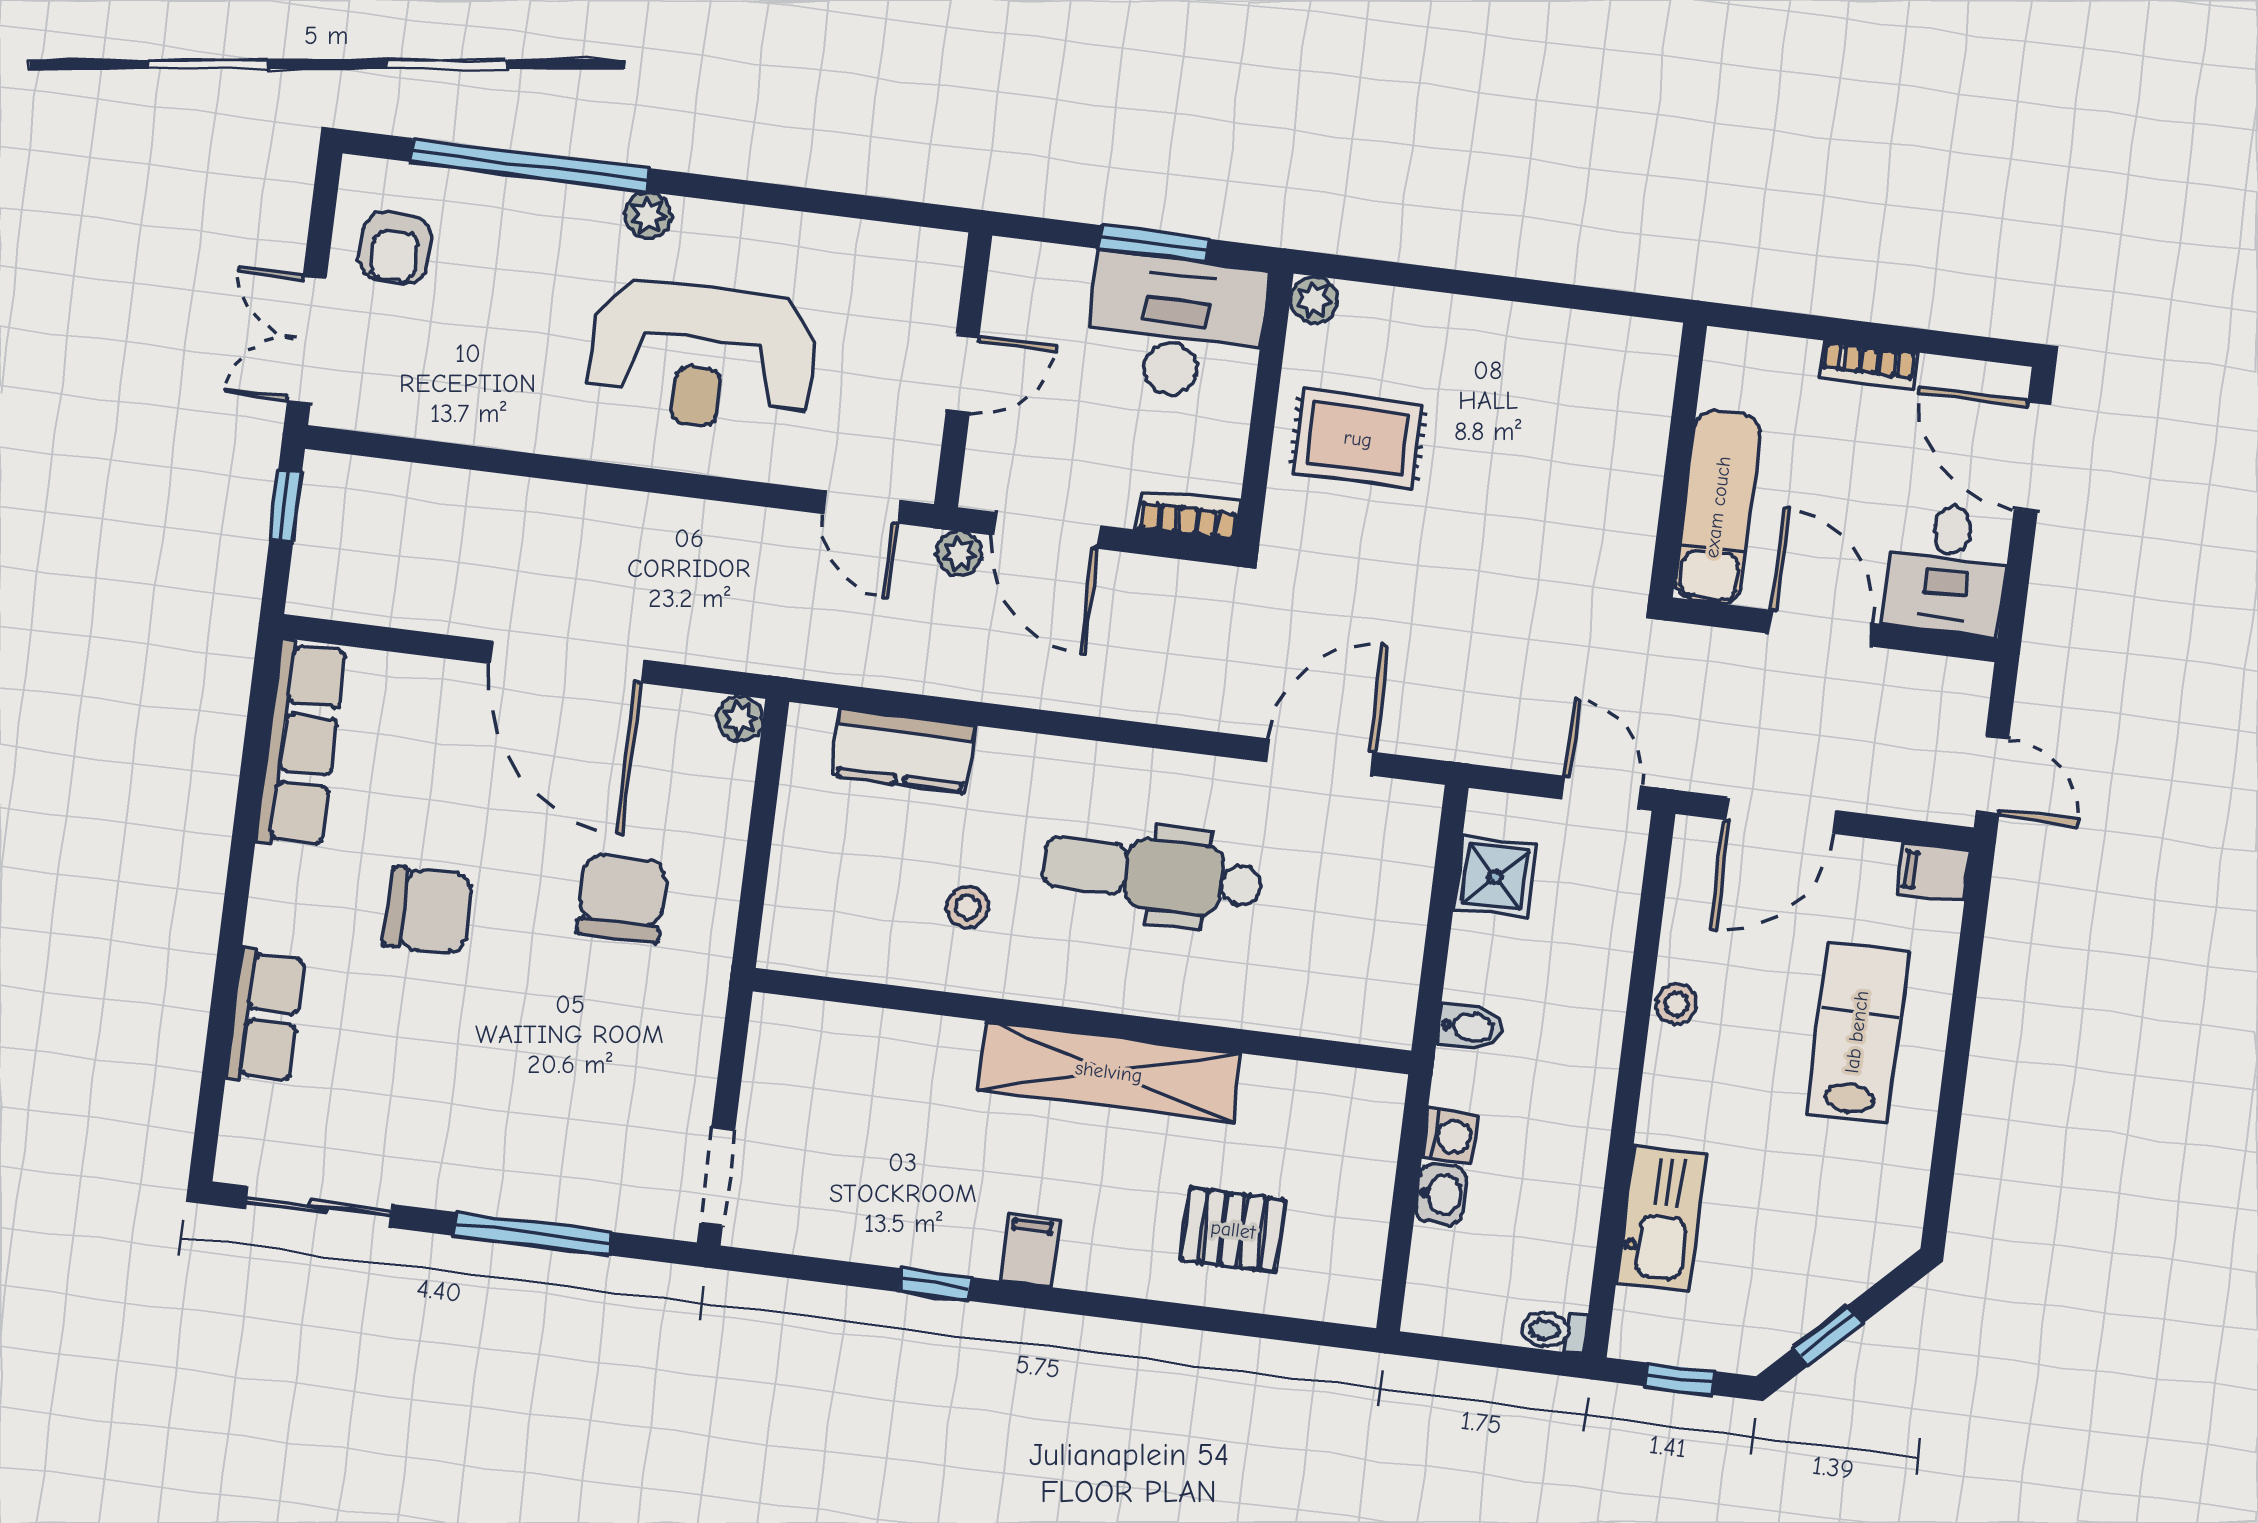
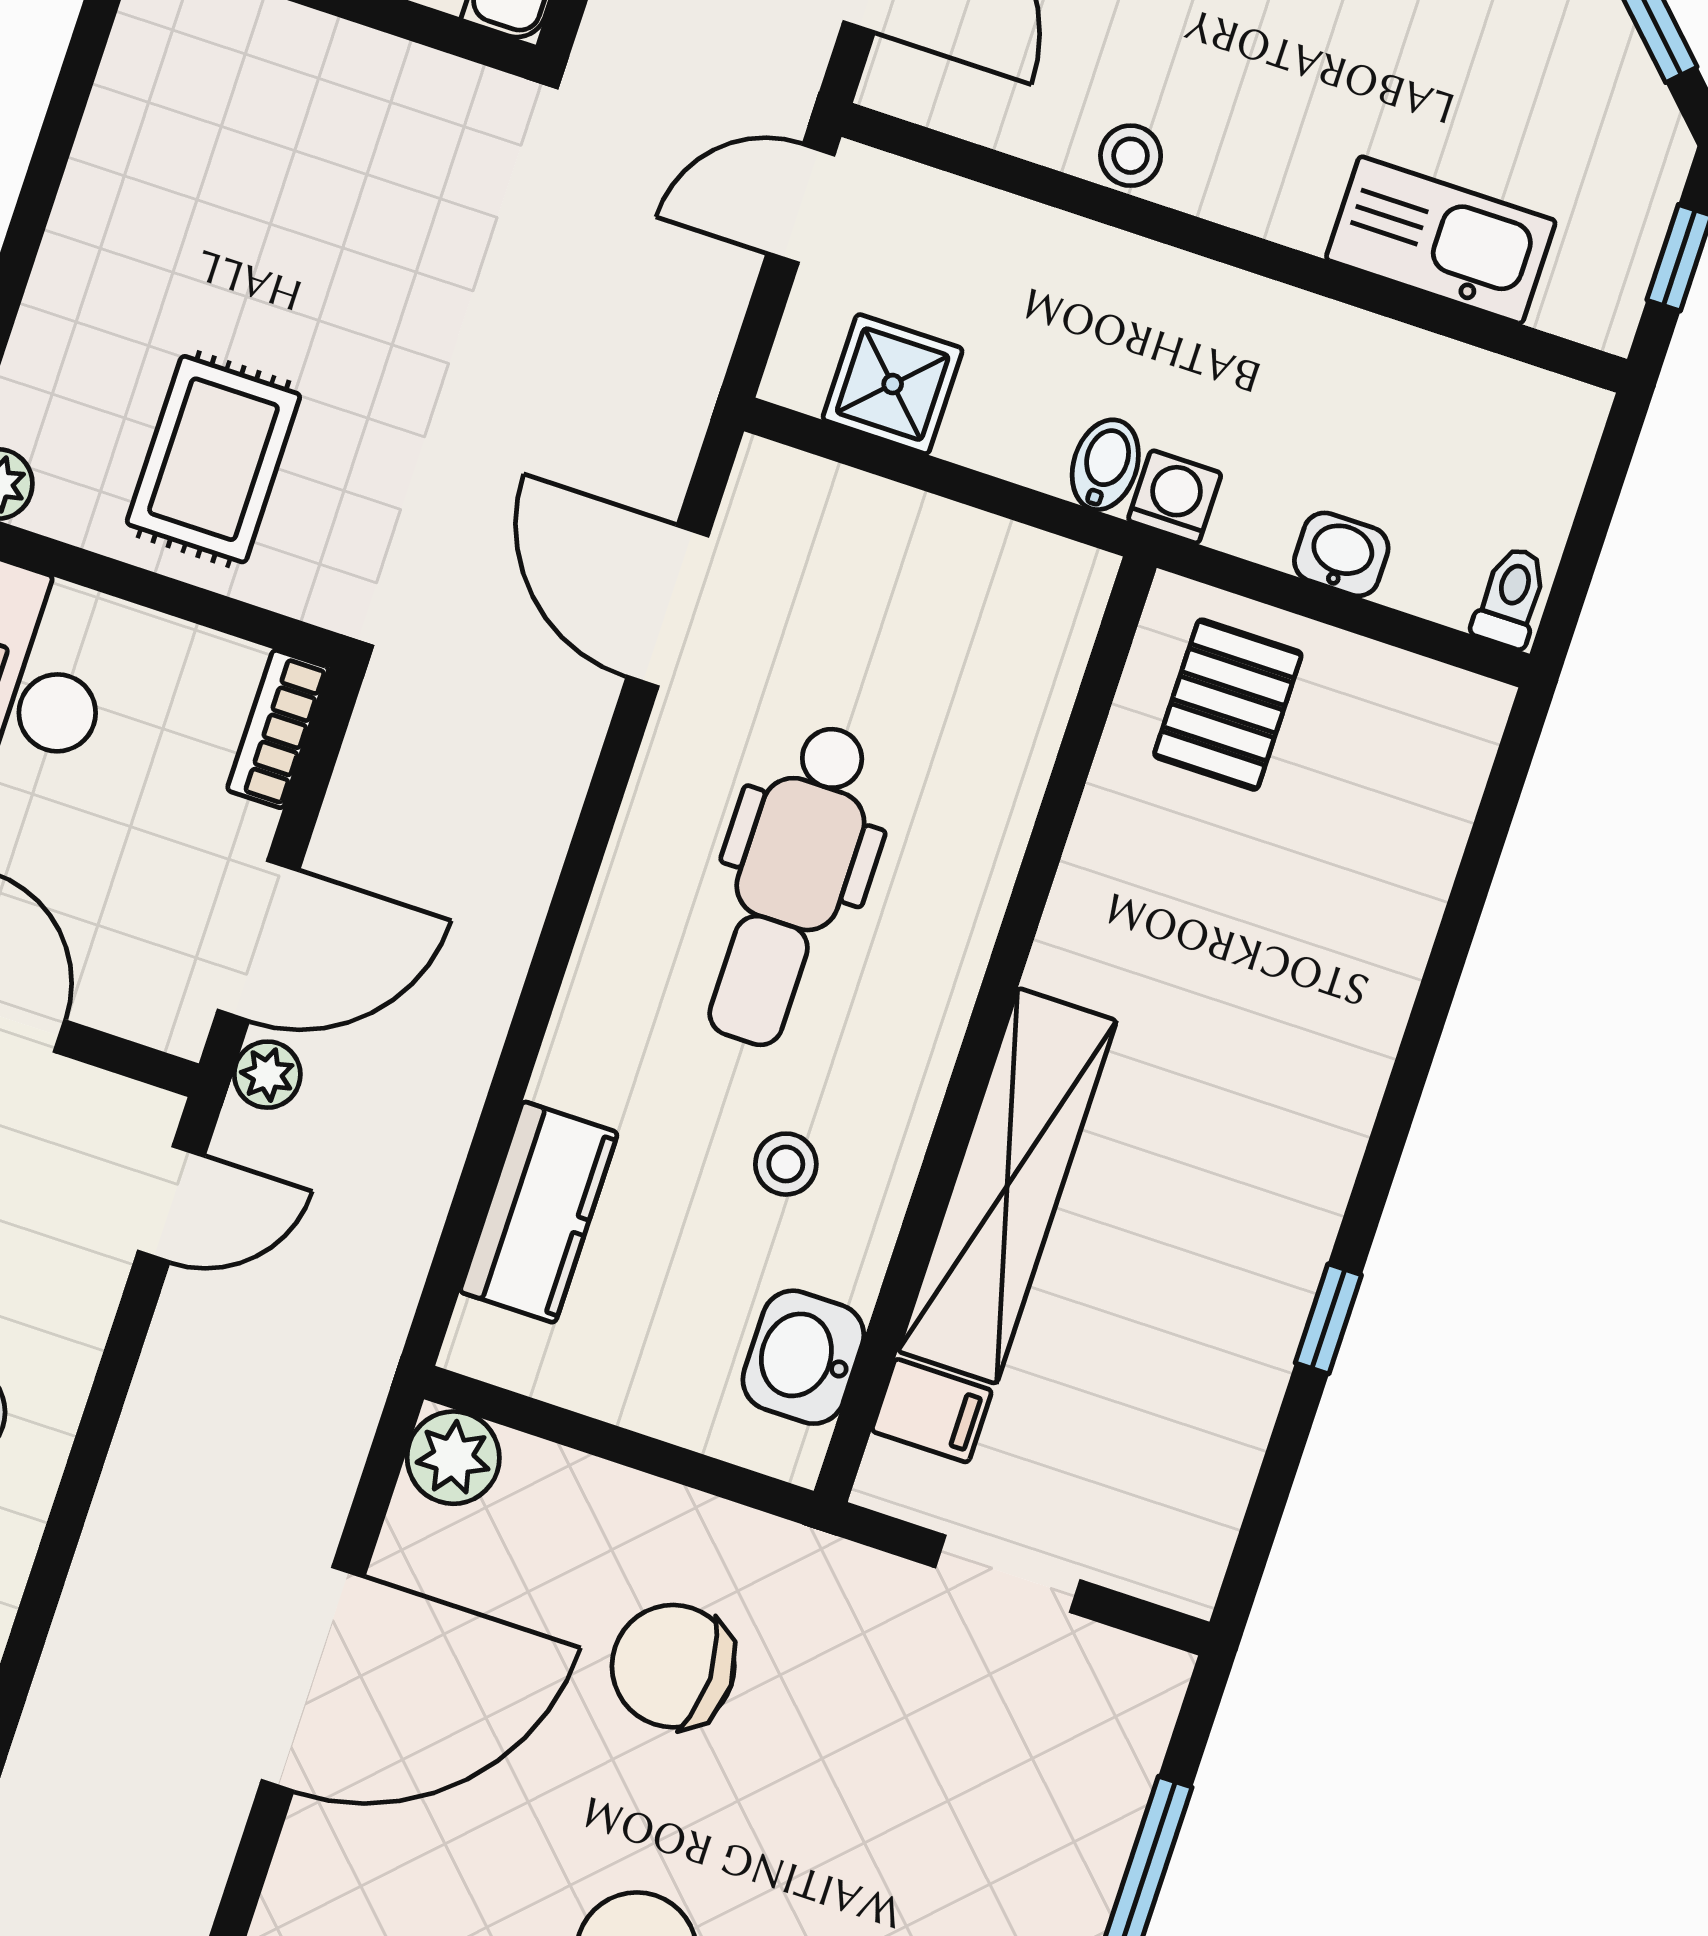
plant: (740, 719) -> (453, 1458), width x1.38, depth x1.38
washbasin: (842, 944) -> (803, 1357), added
shelving: (1109, 1072) -> (1007, 1186), moved
washing machine: (1450, 1136) -> (1175, 497), moved
doorway: (717, 1176) -> (1008, 1574), moved
pallet: (1233, 1230) -> (1228, 705), moved
filing cabinet: (1030, 1250) -> (932, 1411), moved, turned 180
toilet: (1554, 1331) -> (1511, 597), moved, turned 180

